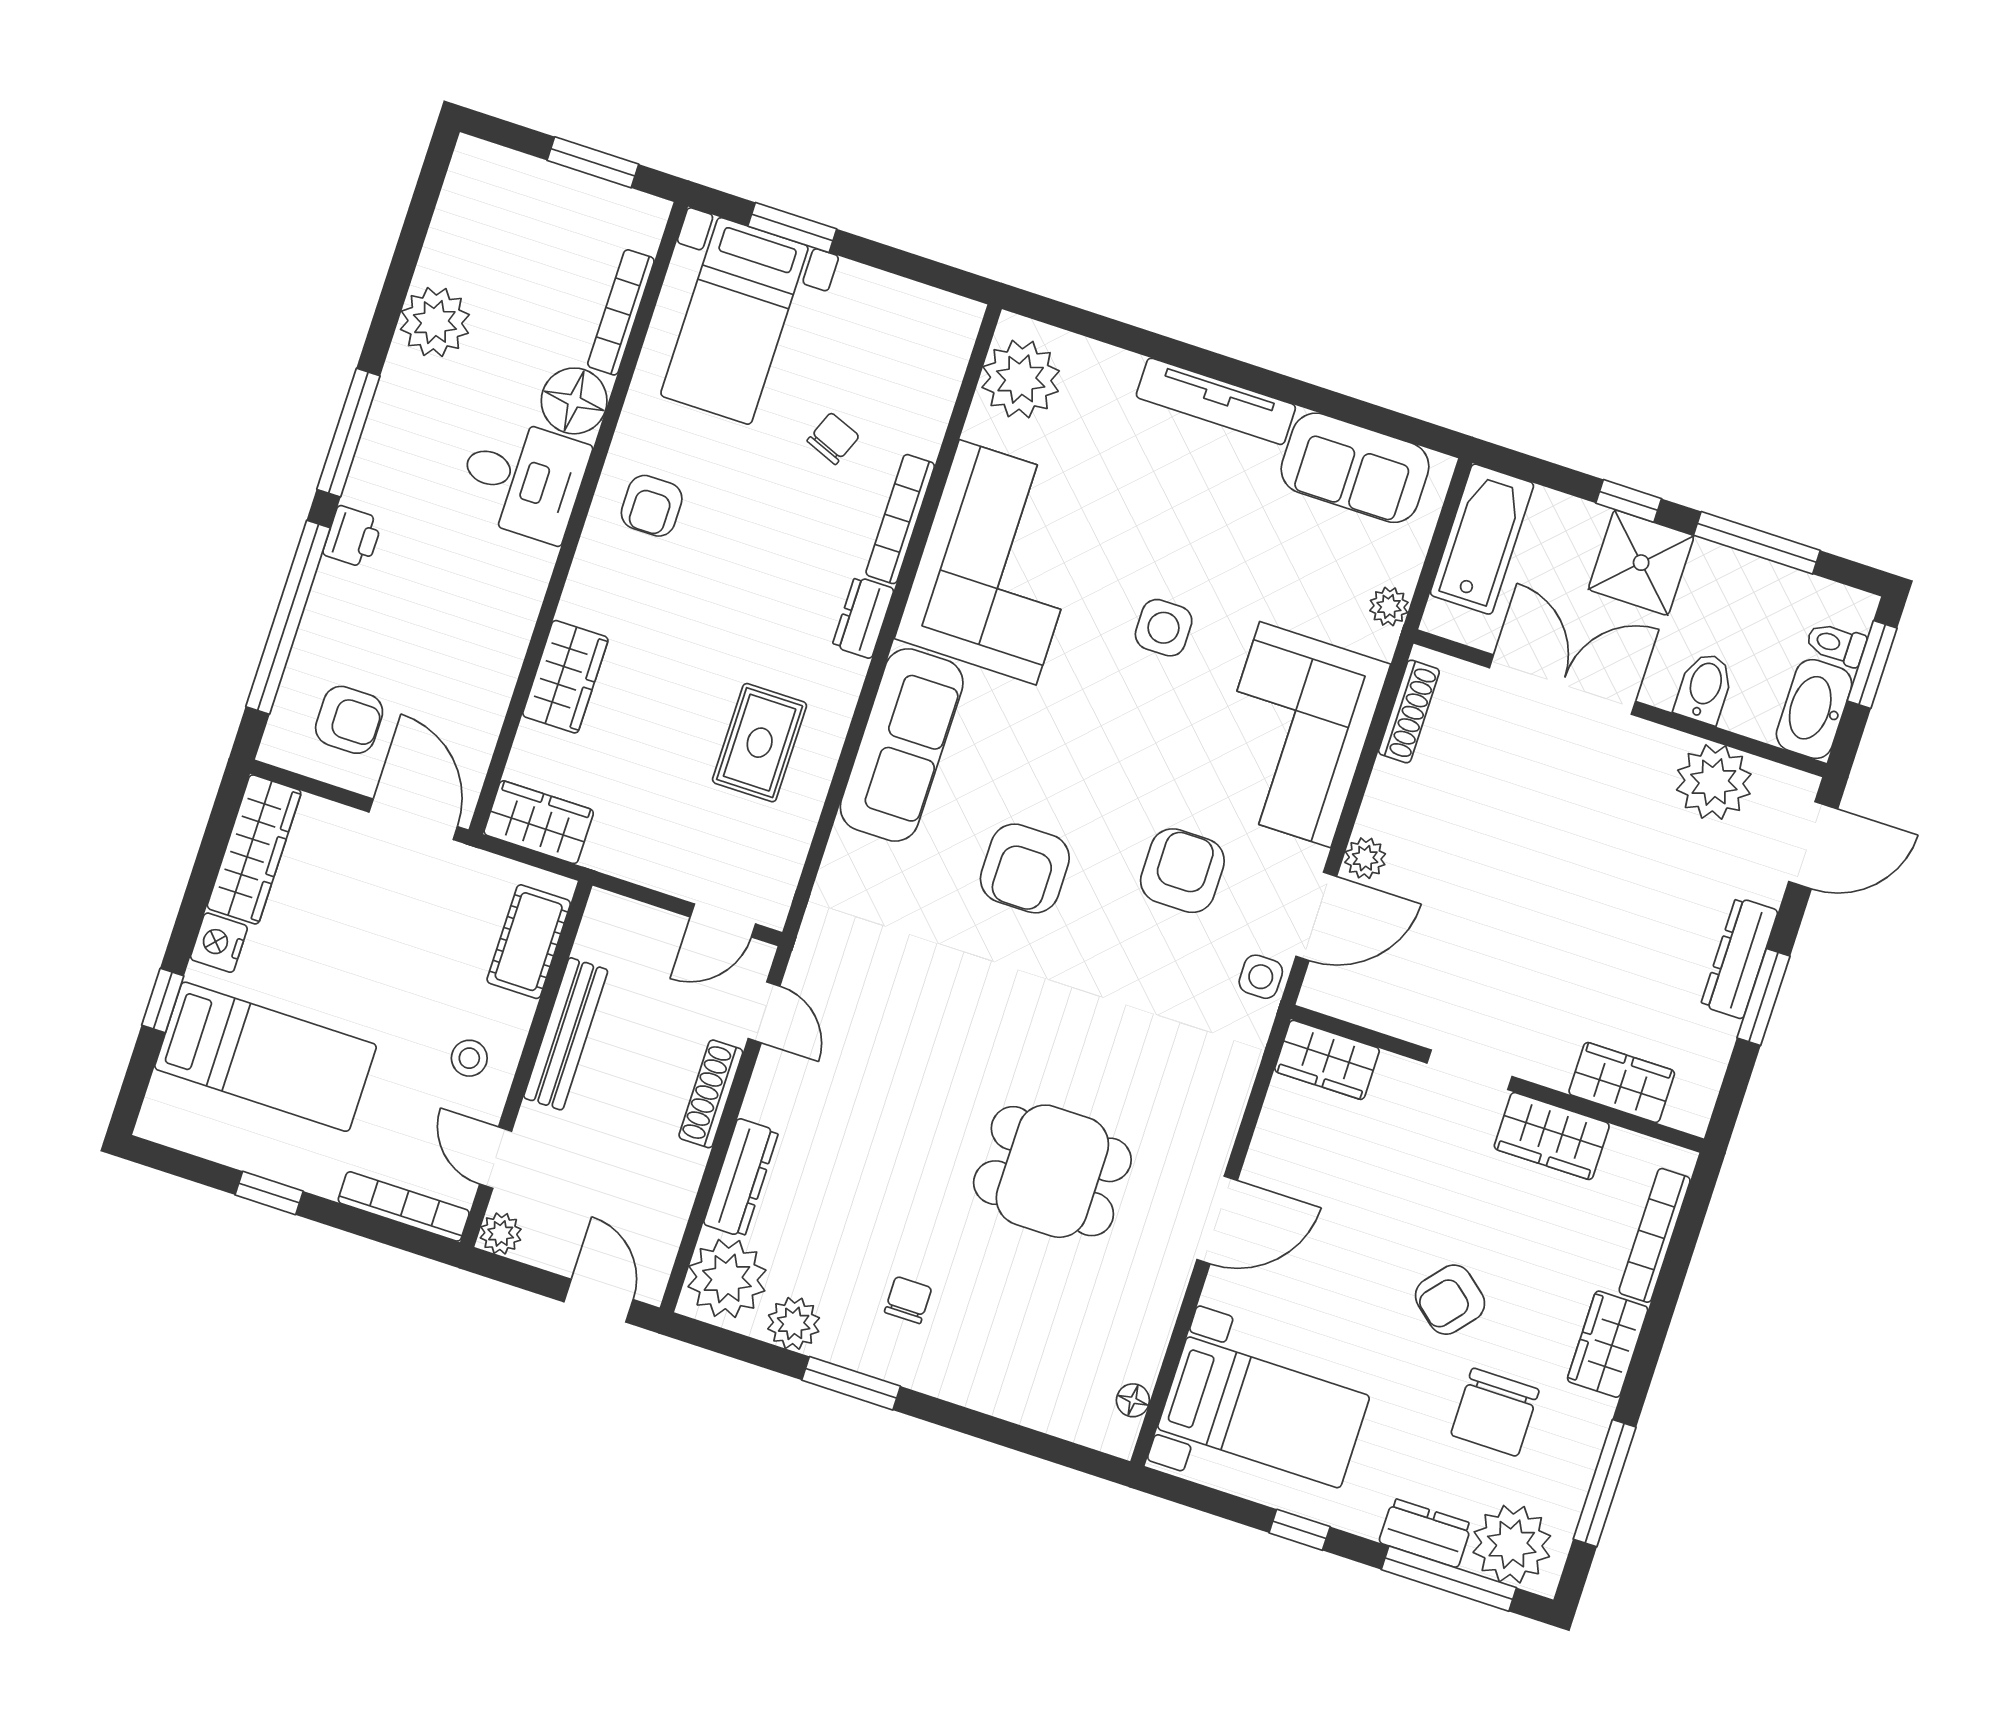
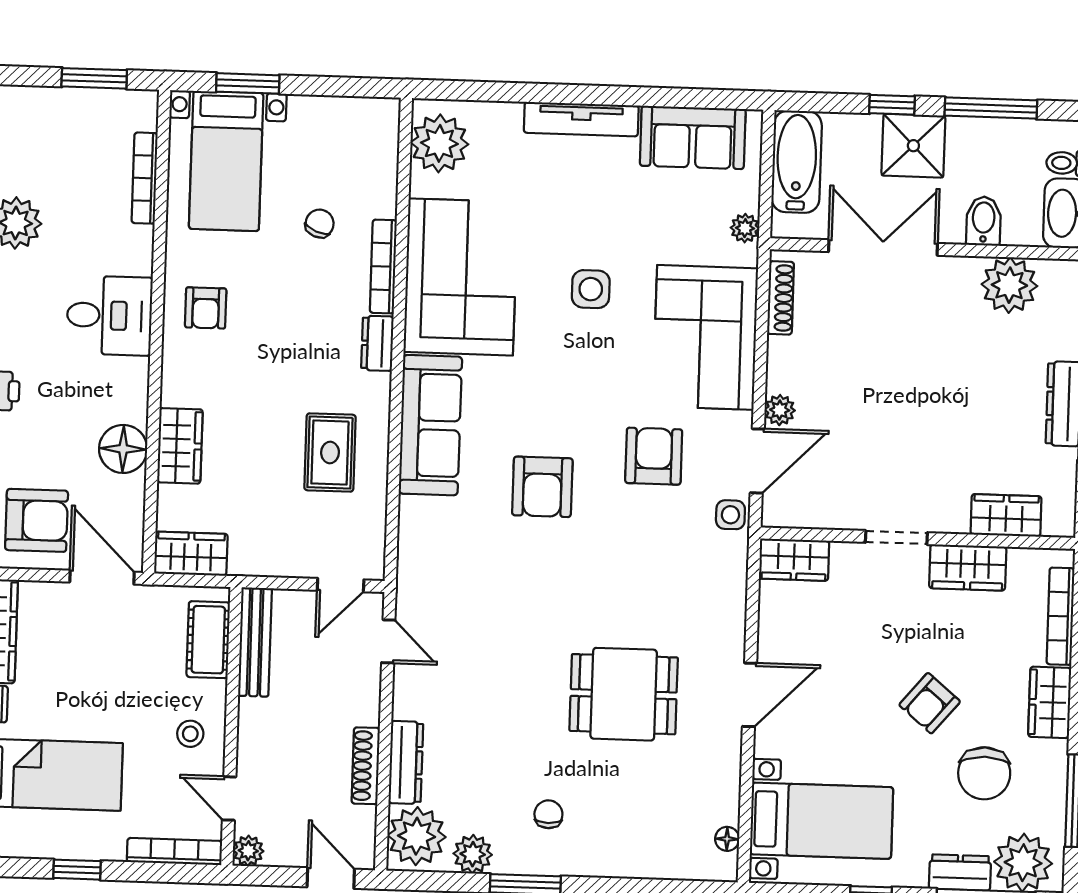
floor lamp: (574, 401) -> (123, 449), moved
armchair: (349, 720) -> (37, 520), width x1.38, depth x1.38
bench: (566, 1034) -> (255, 642), moved
shoe rack: (711, 1094) -> (366, 766), moved

